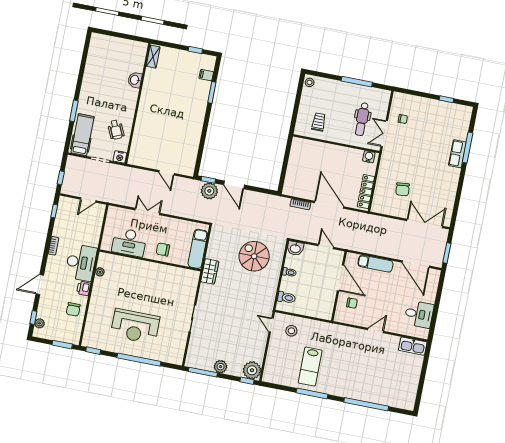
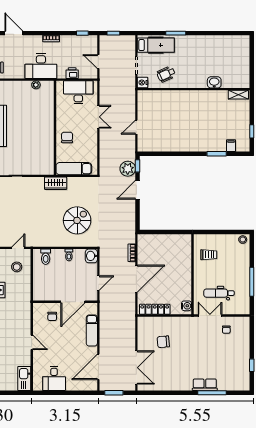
desk: (129, 242) -> (78, 92), moved, turned 90
printer: (84, 288) -> (72, 73), moved

